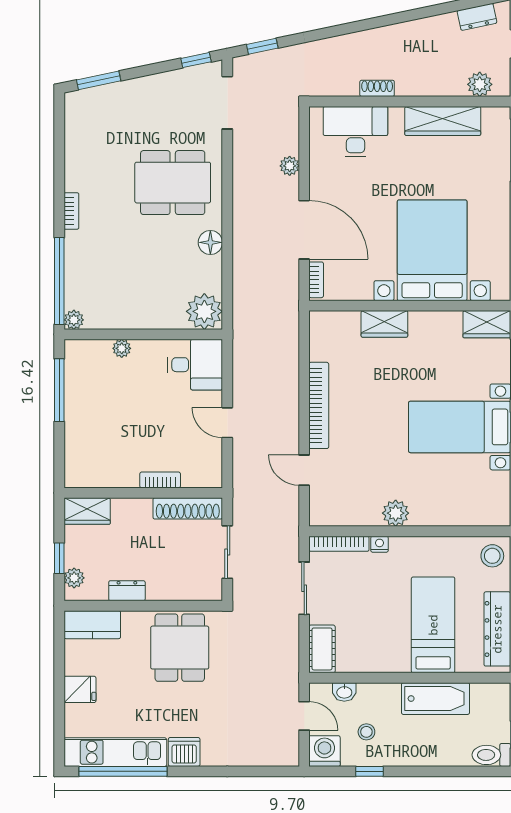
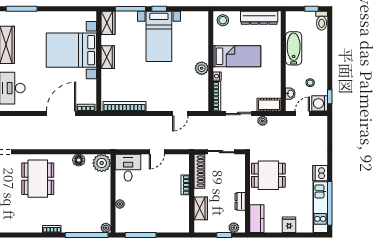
plant: (290, 166) -> (262, 121), moved
floor lamp: (210, 242) -> (79, 160), moved
wardrobe: (384, 324) -> (108, 57), moved
bookcase: (319, 405) -> (124, 106), moved
wardrobe: (87, 511) -> (201, 208), moved
bed: (433, 625) -> (237, 56), moved, turned 180
window: (369, 771) -> (330, 97), moved

